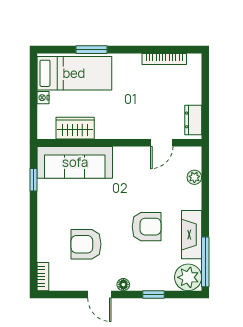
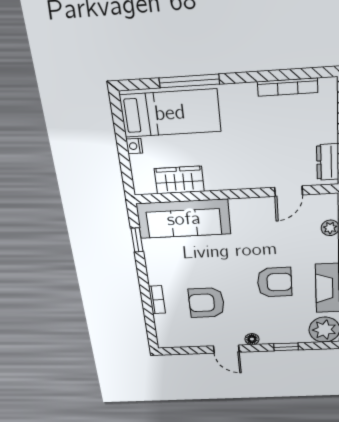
window: (92, 50) -> (189, 81), width x1.44
bookcase: (43, 277) -> (157, 300), moved

